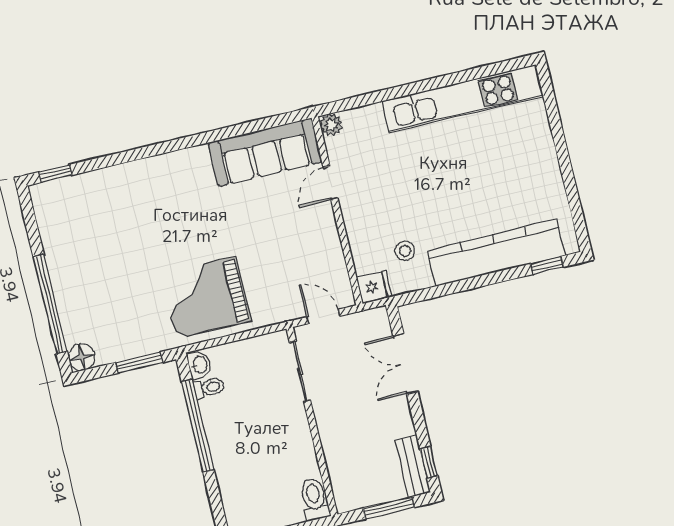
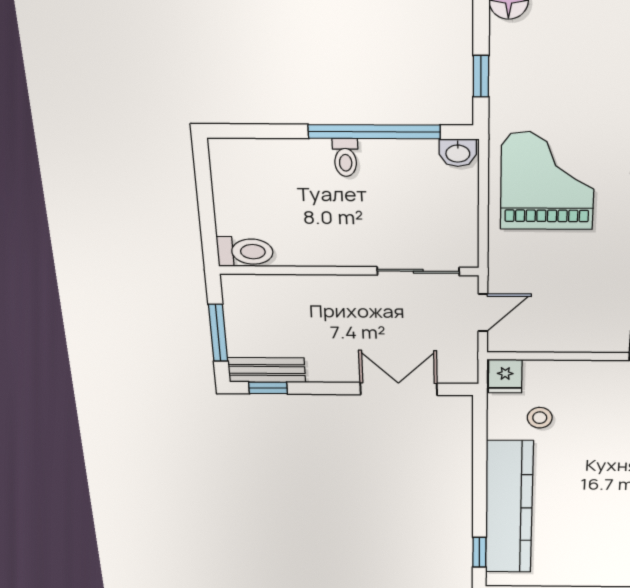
window: (139, 362) -> (481, 76), width x0.67
toilet: (209, 388) -> (345, 157), moved

